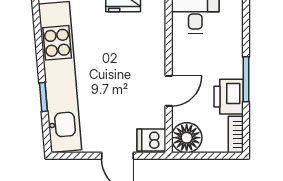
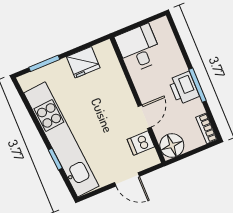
printer: (229, 97) -> (184, 88), moved
dishwasher: (151, 140) -> (141, 143), moved

